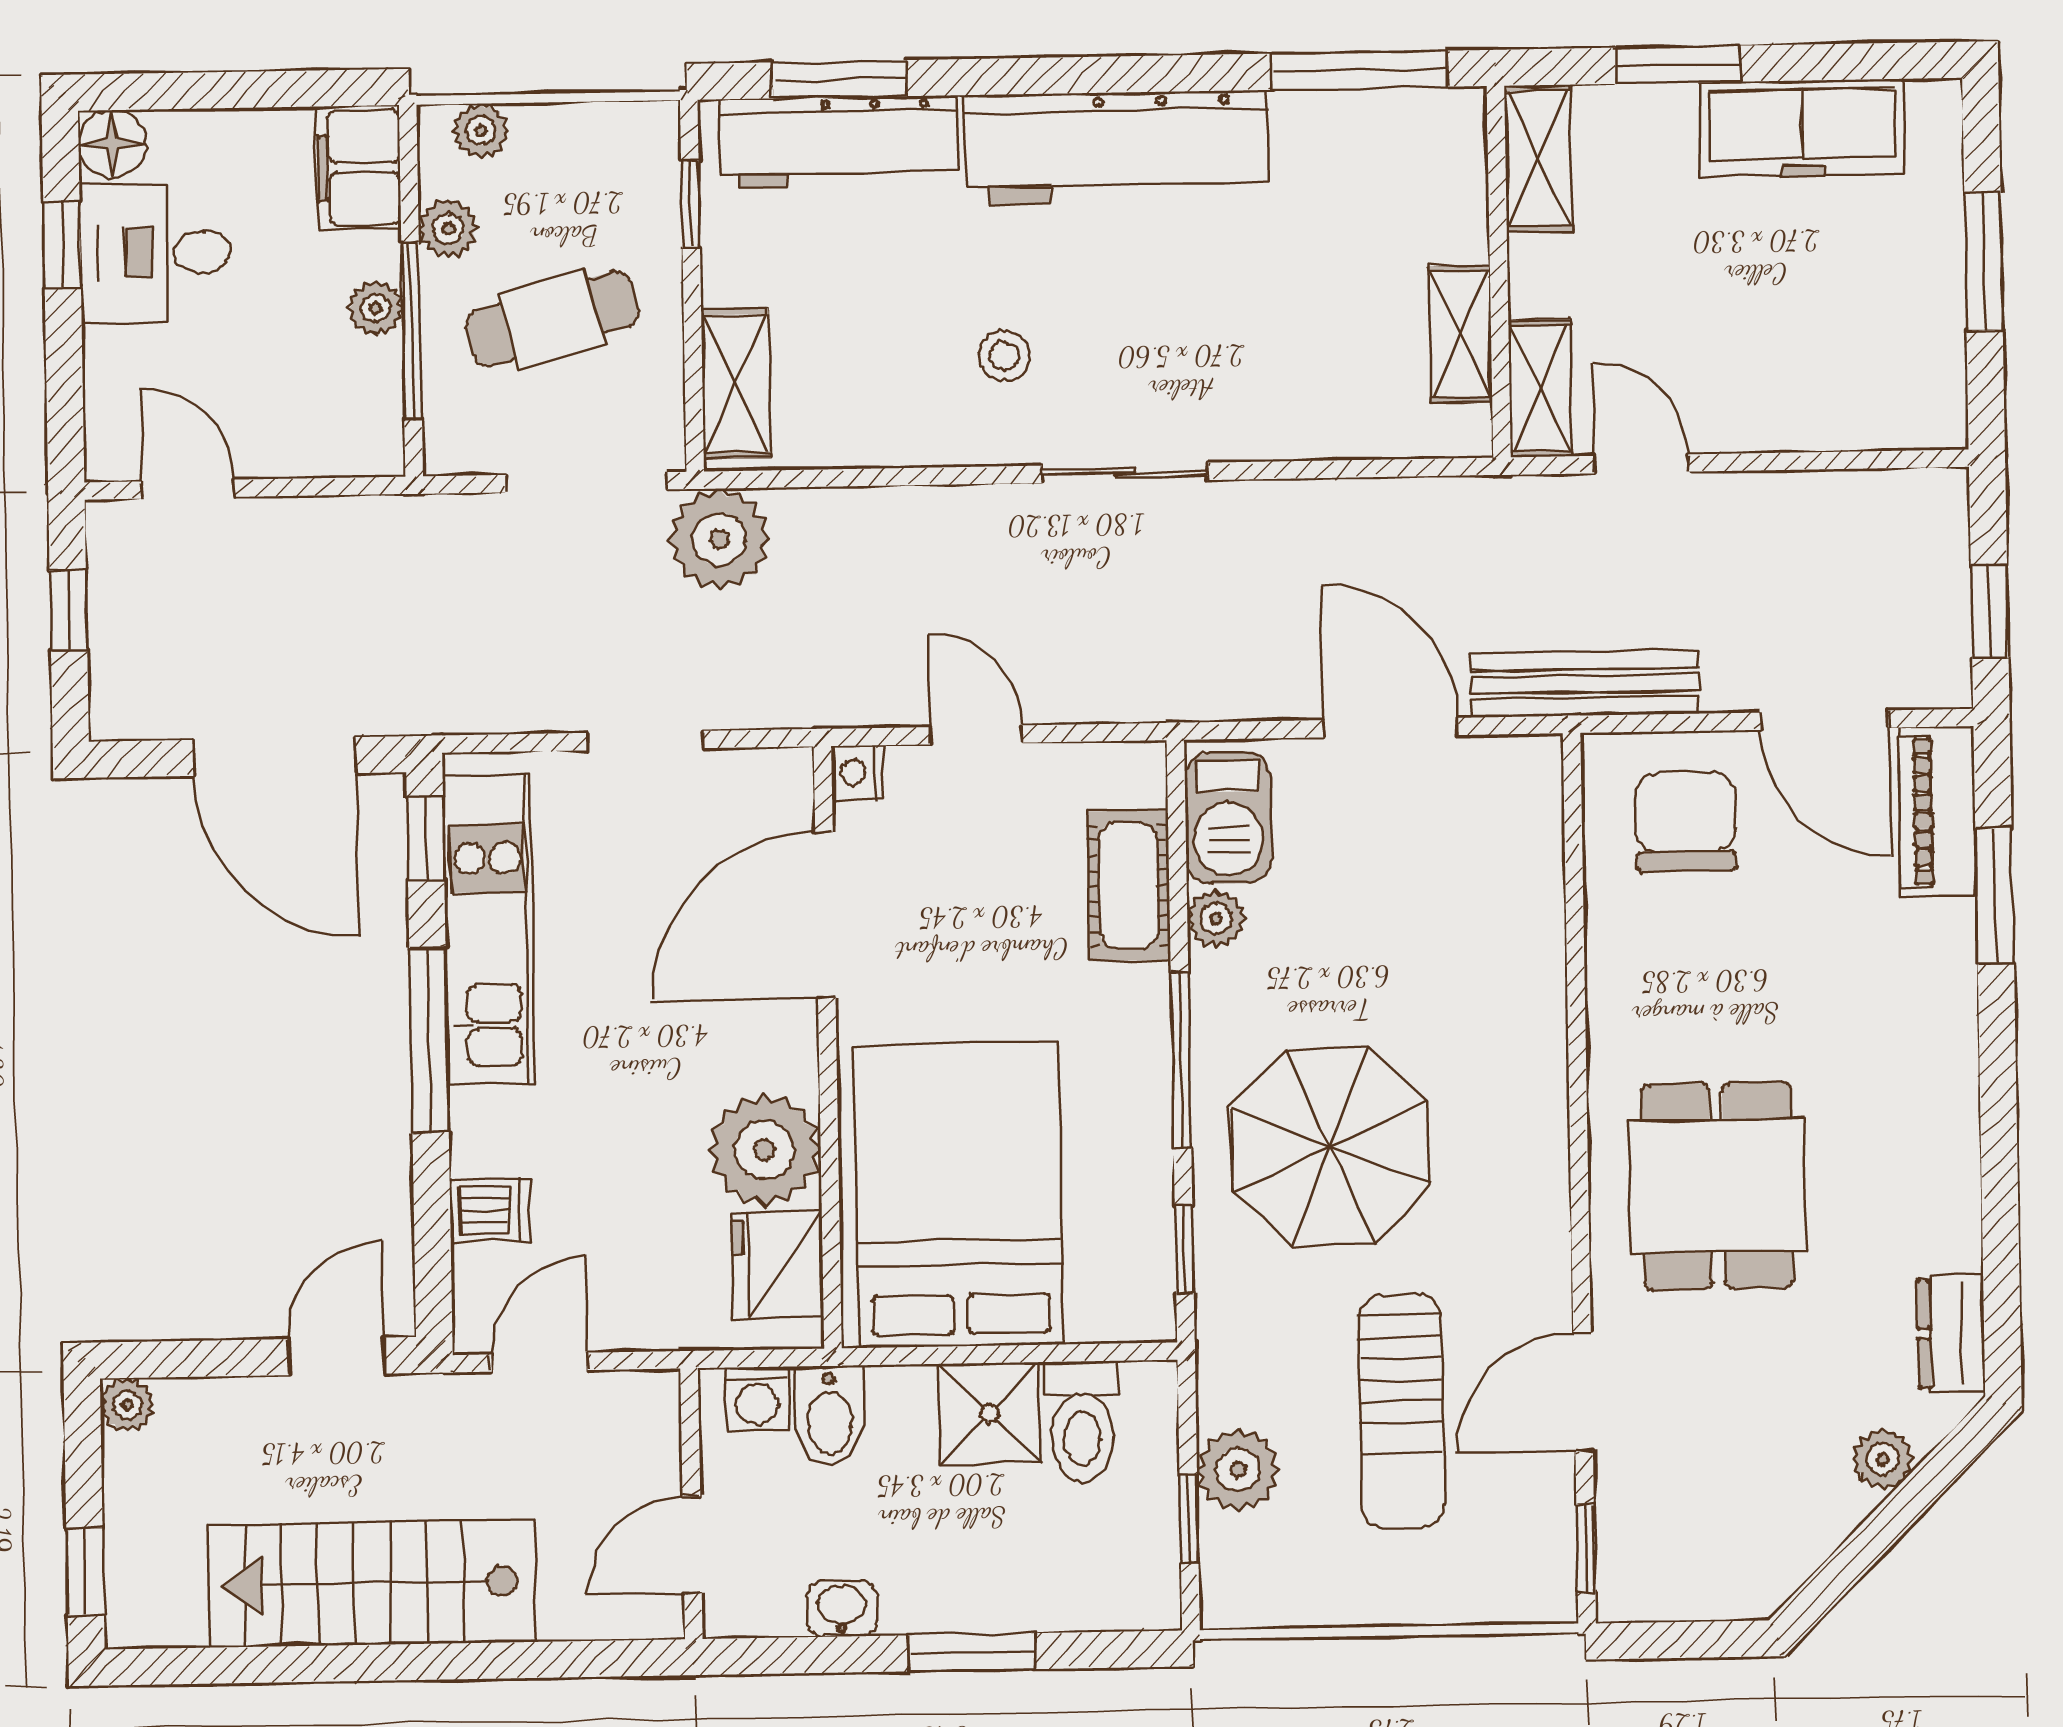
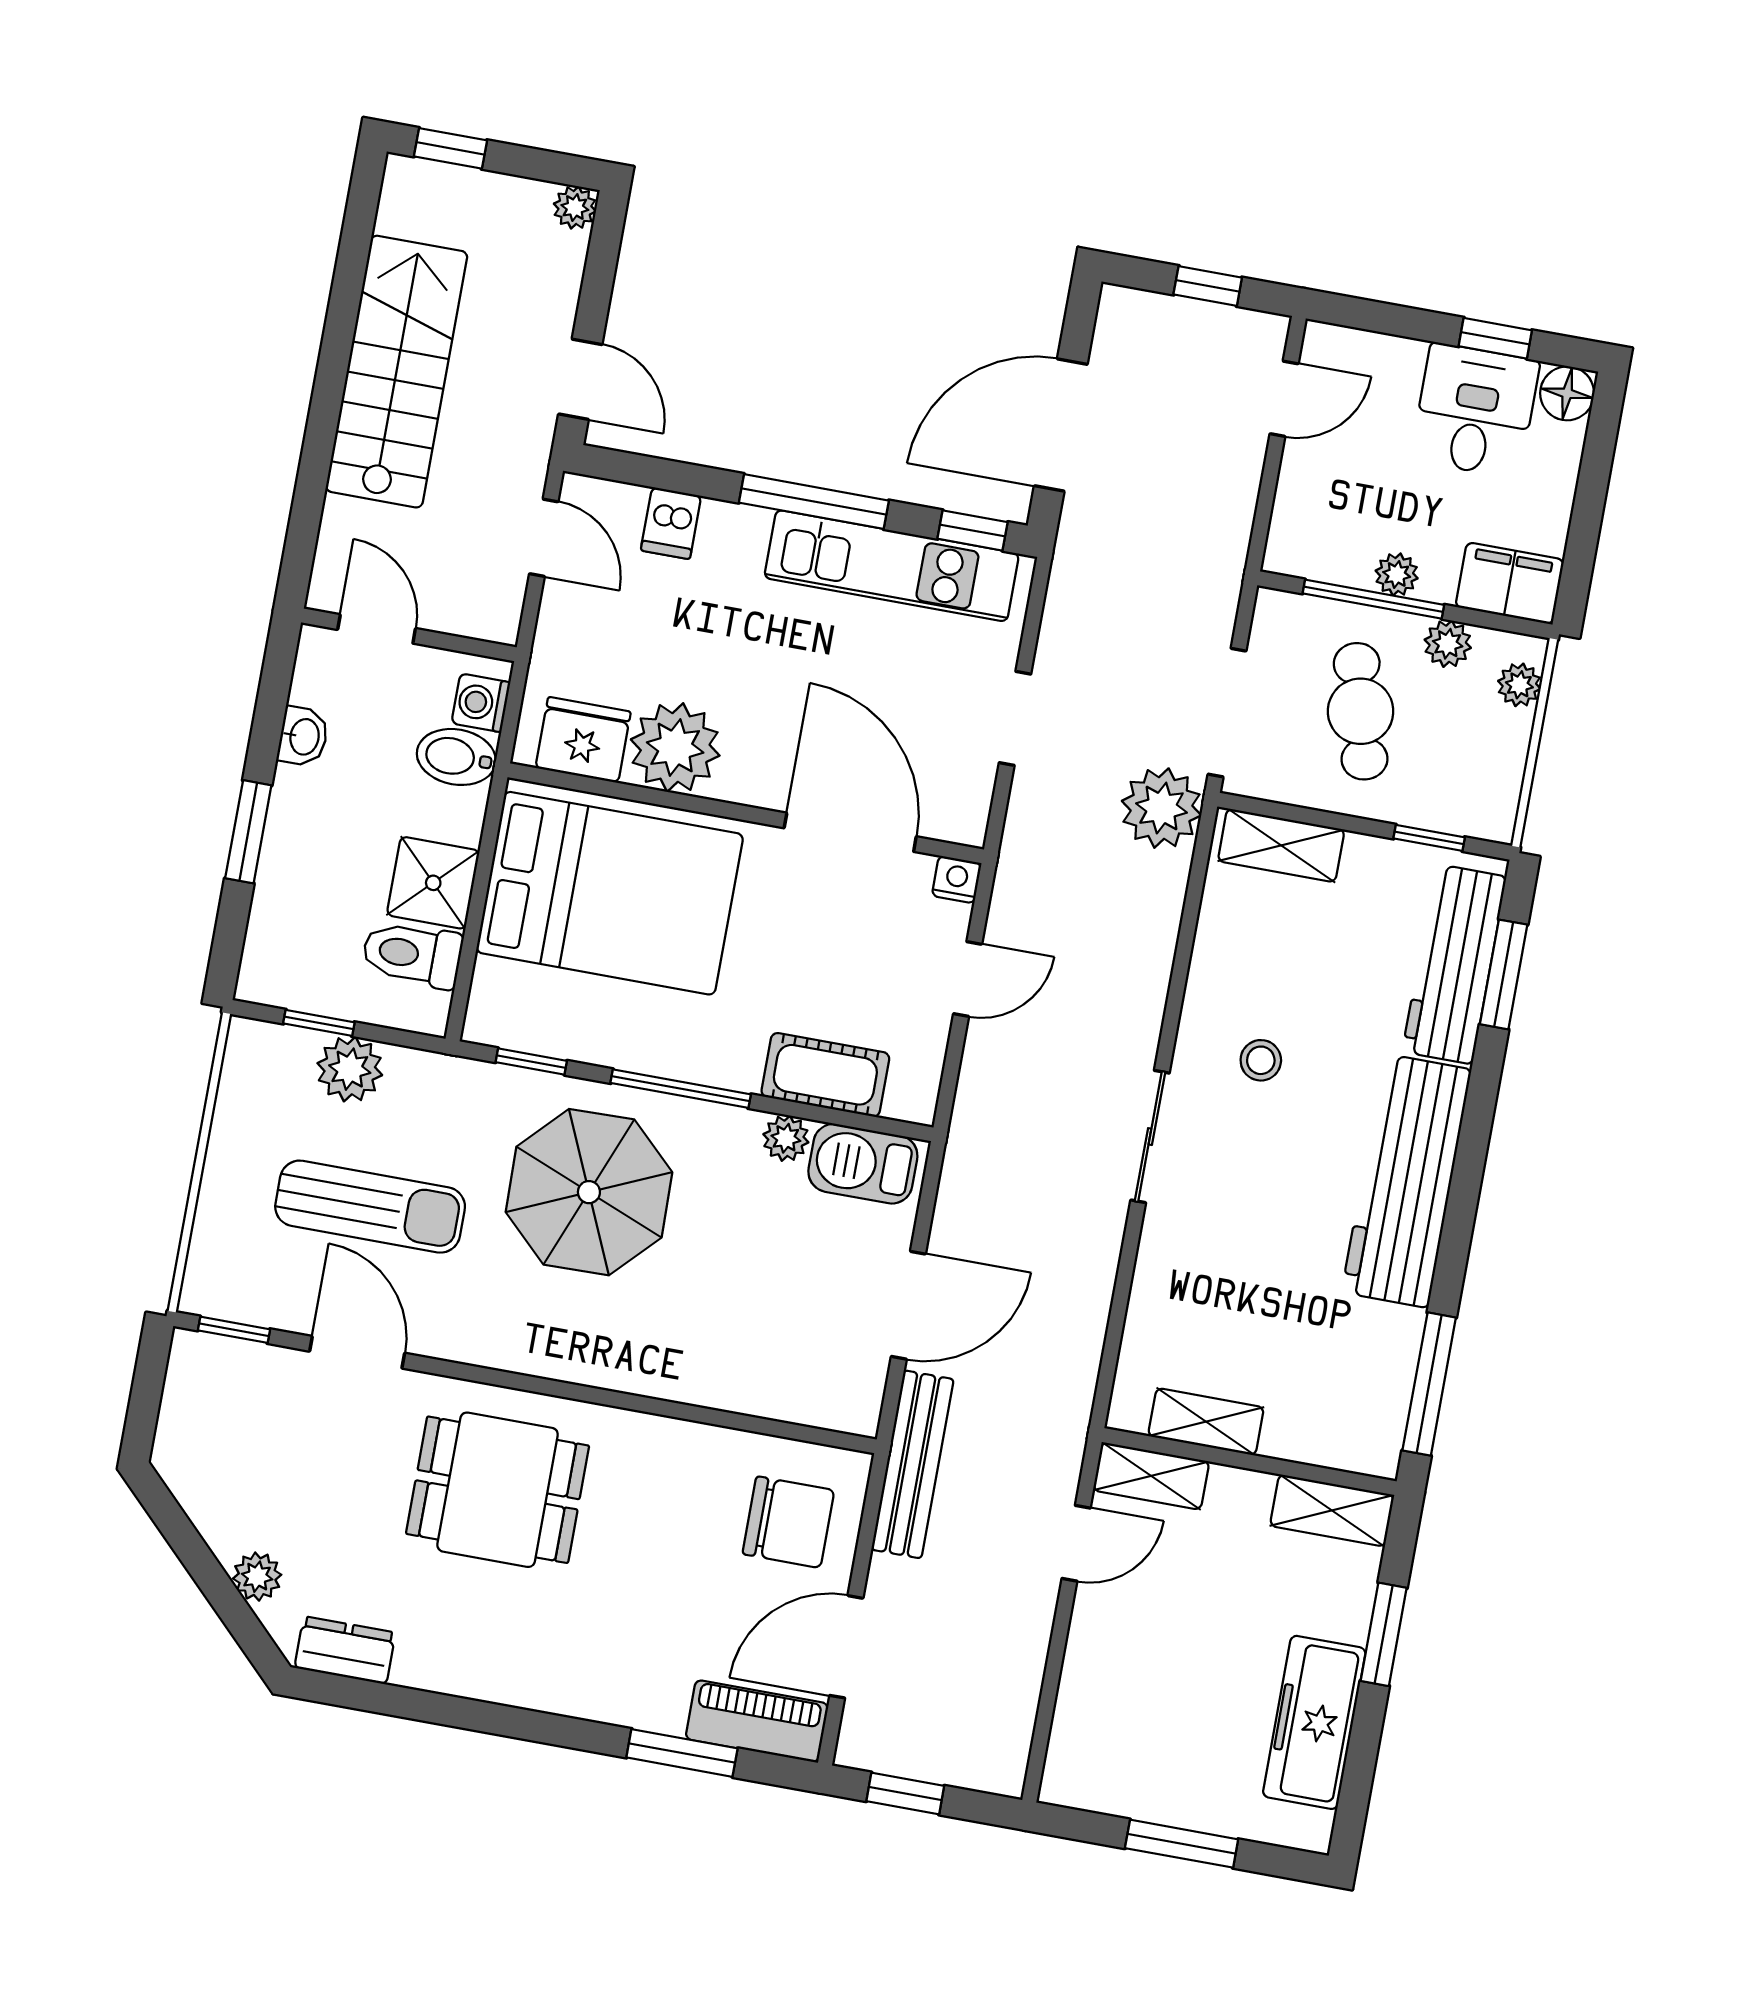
sun lounger: (1402, 1411) -> (370, 1207), turned 180

